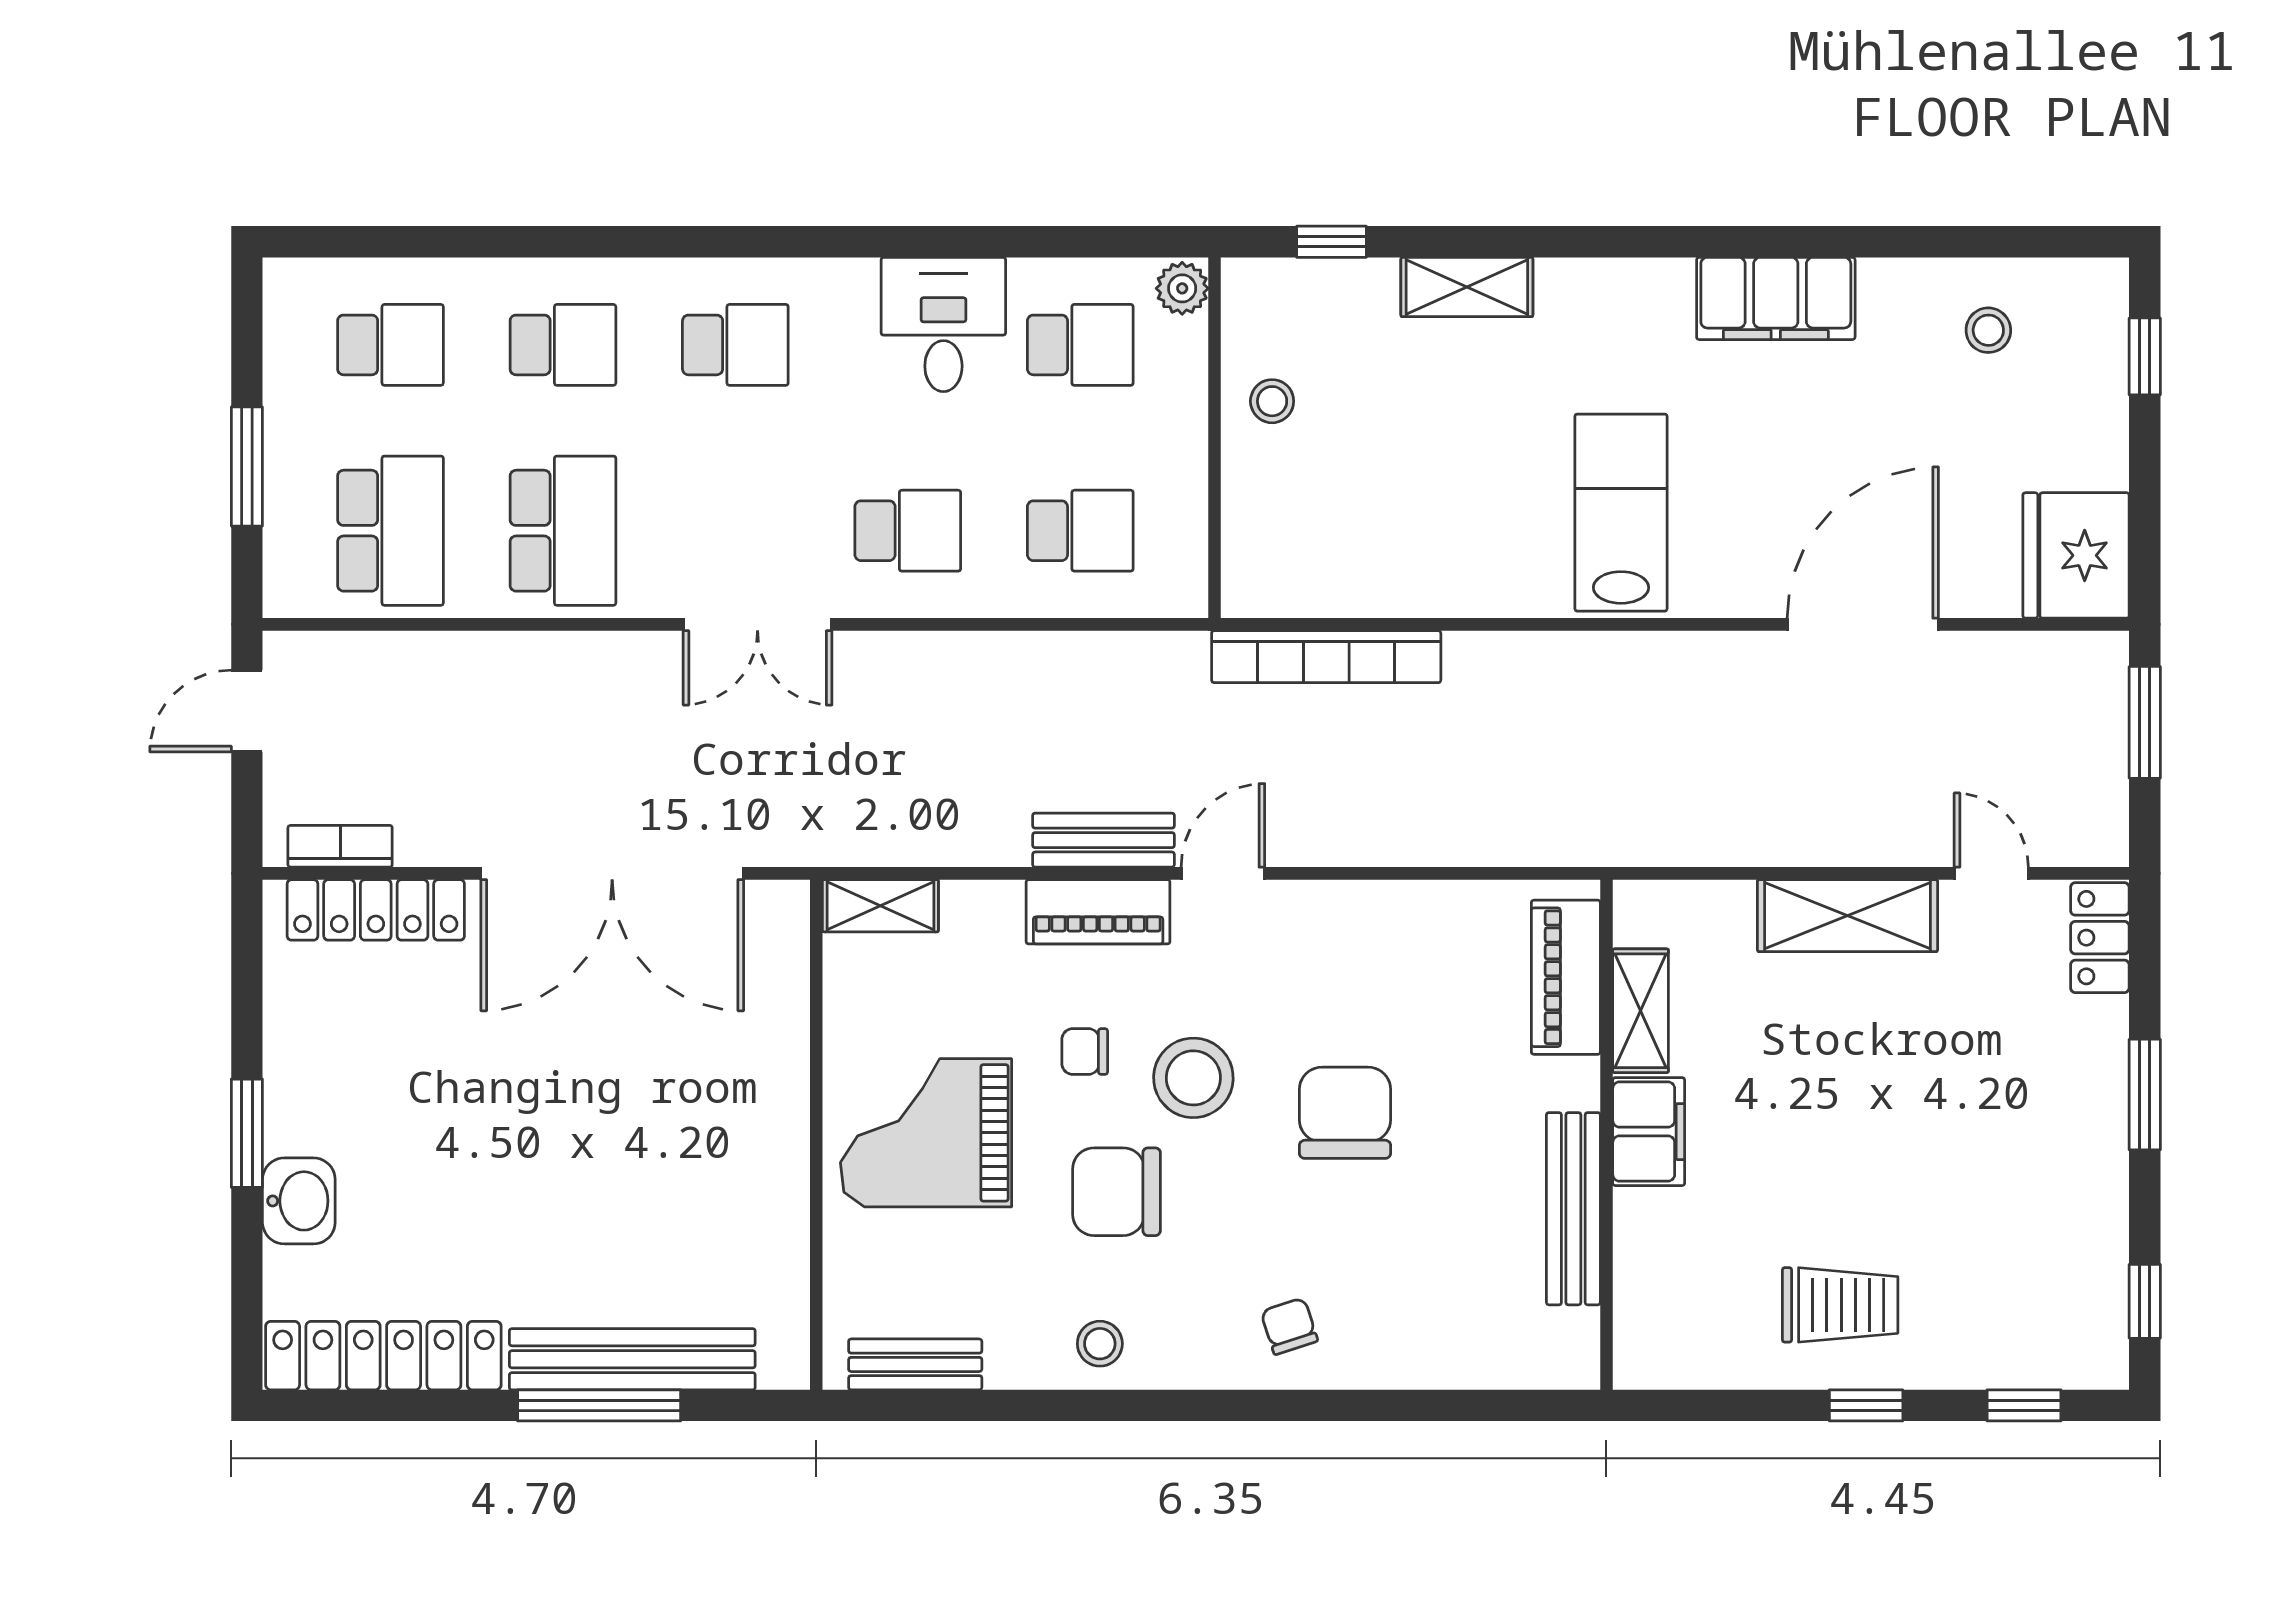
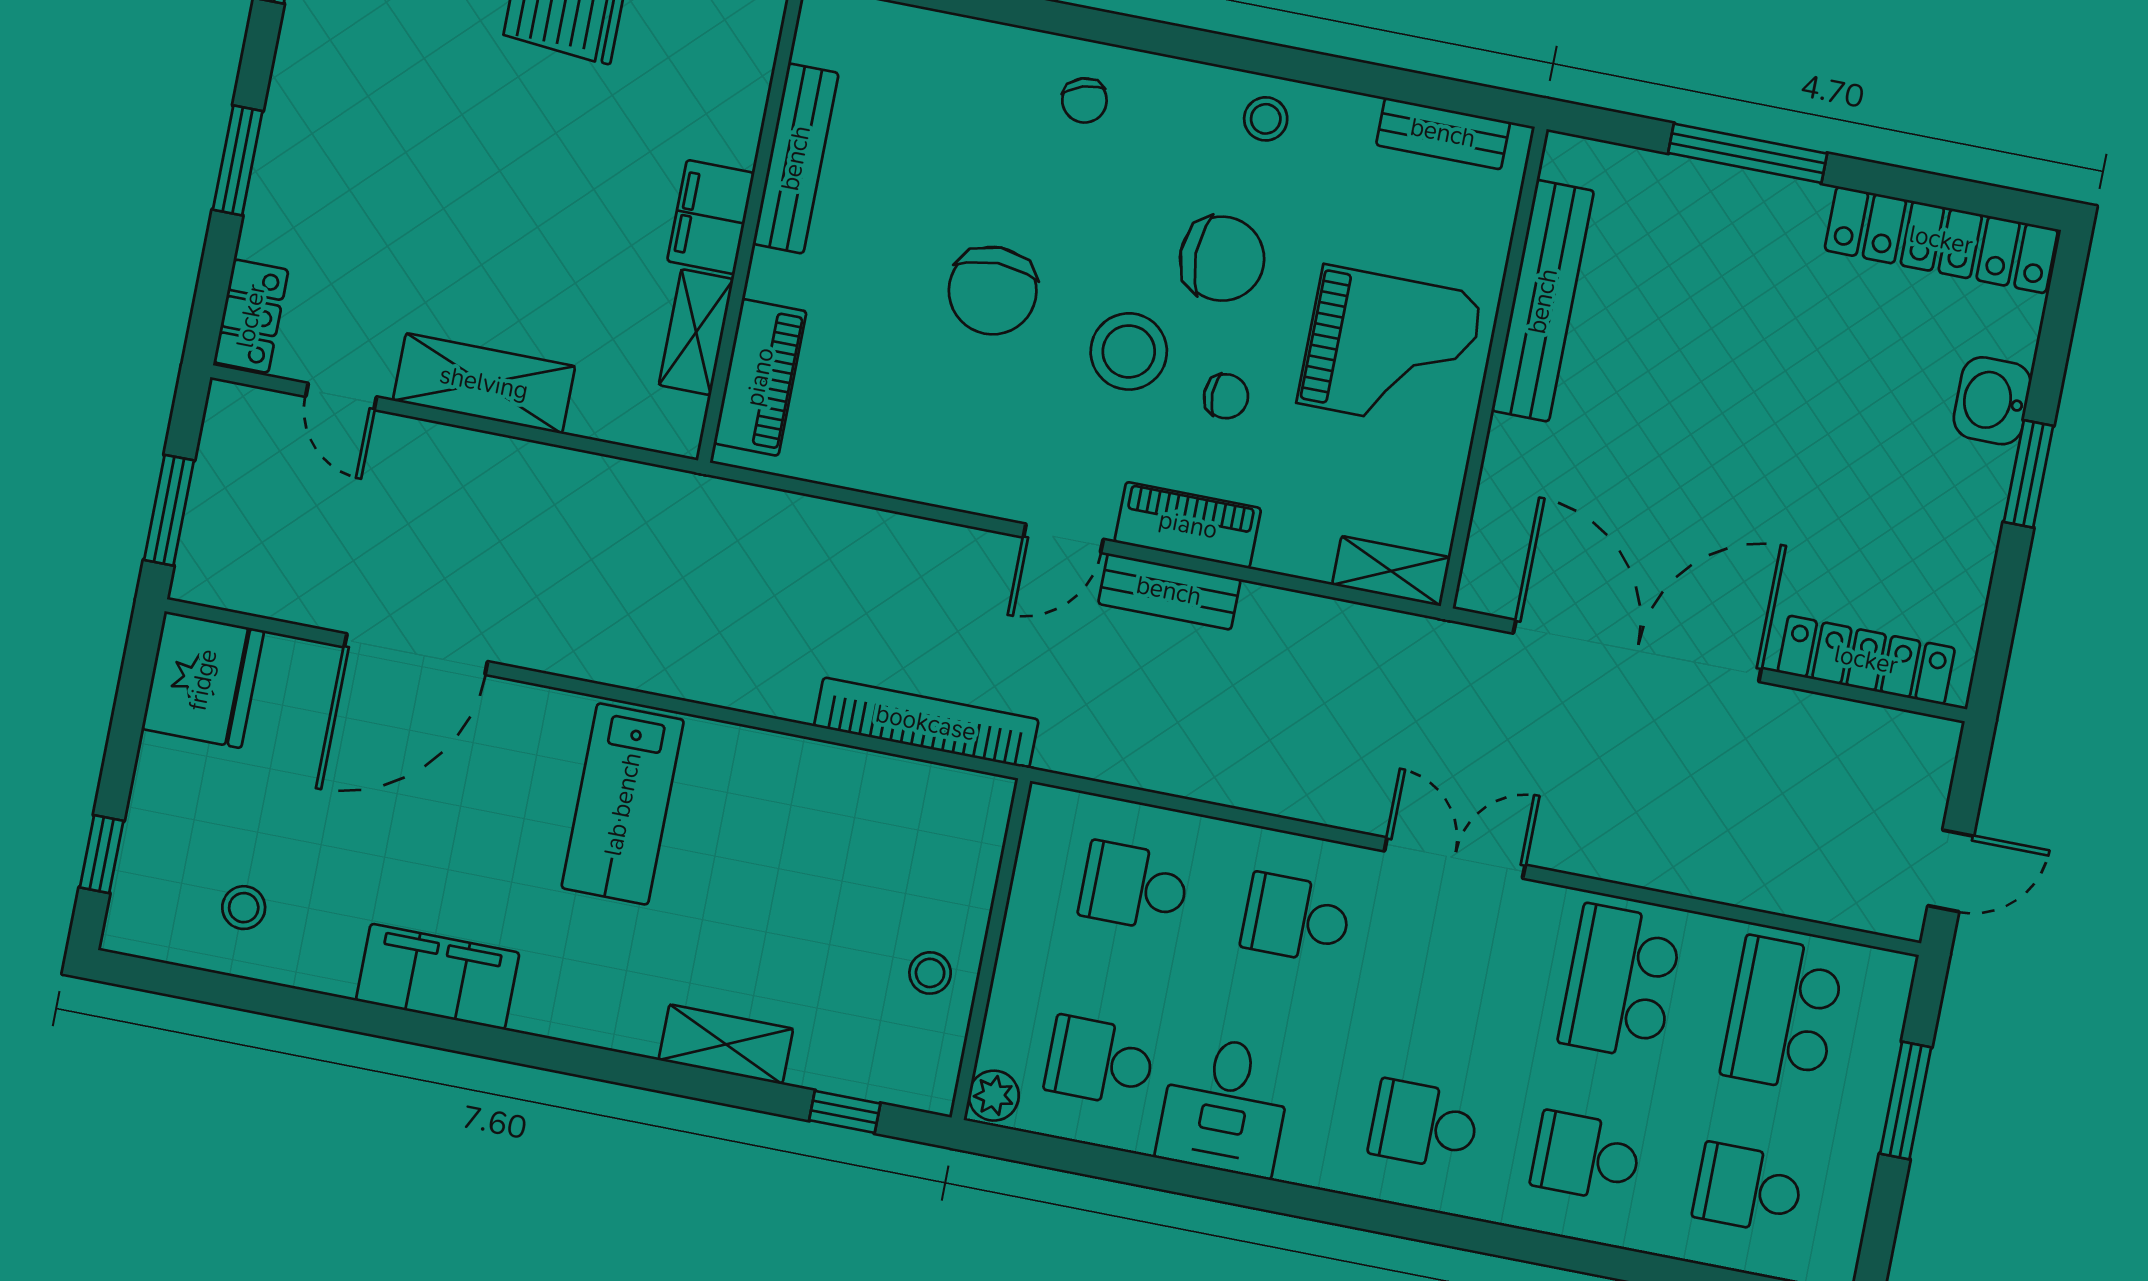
bookcase: (340, 846) -> (1888, 726), removed
bench: (632, 1359) -> (1543, 301), moved, turned 90

